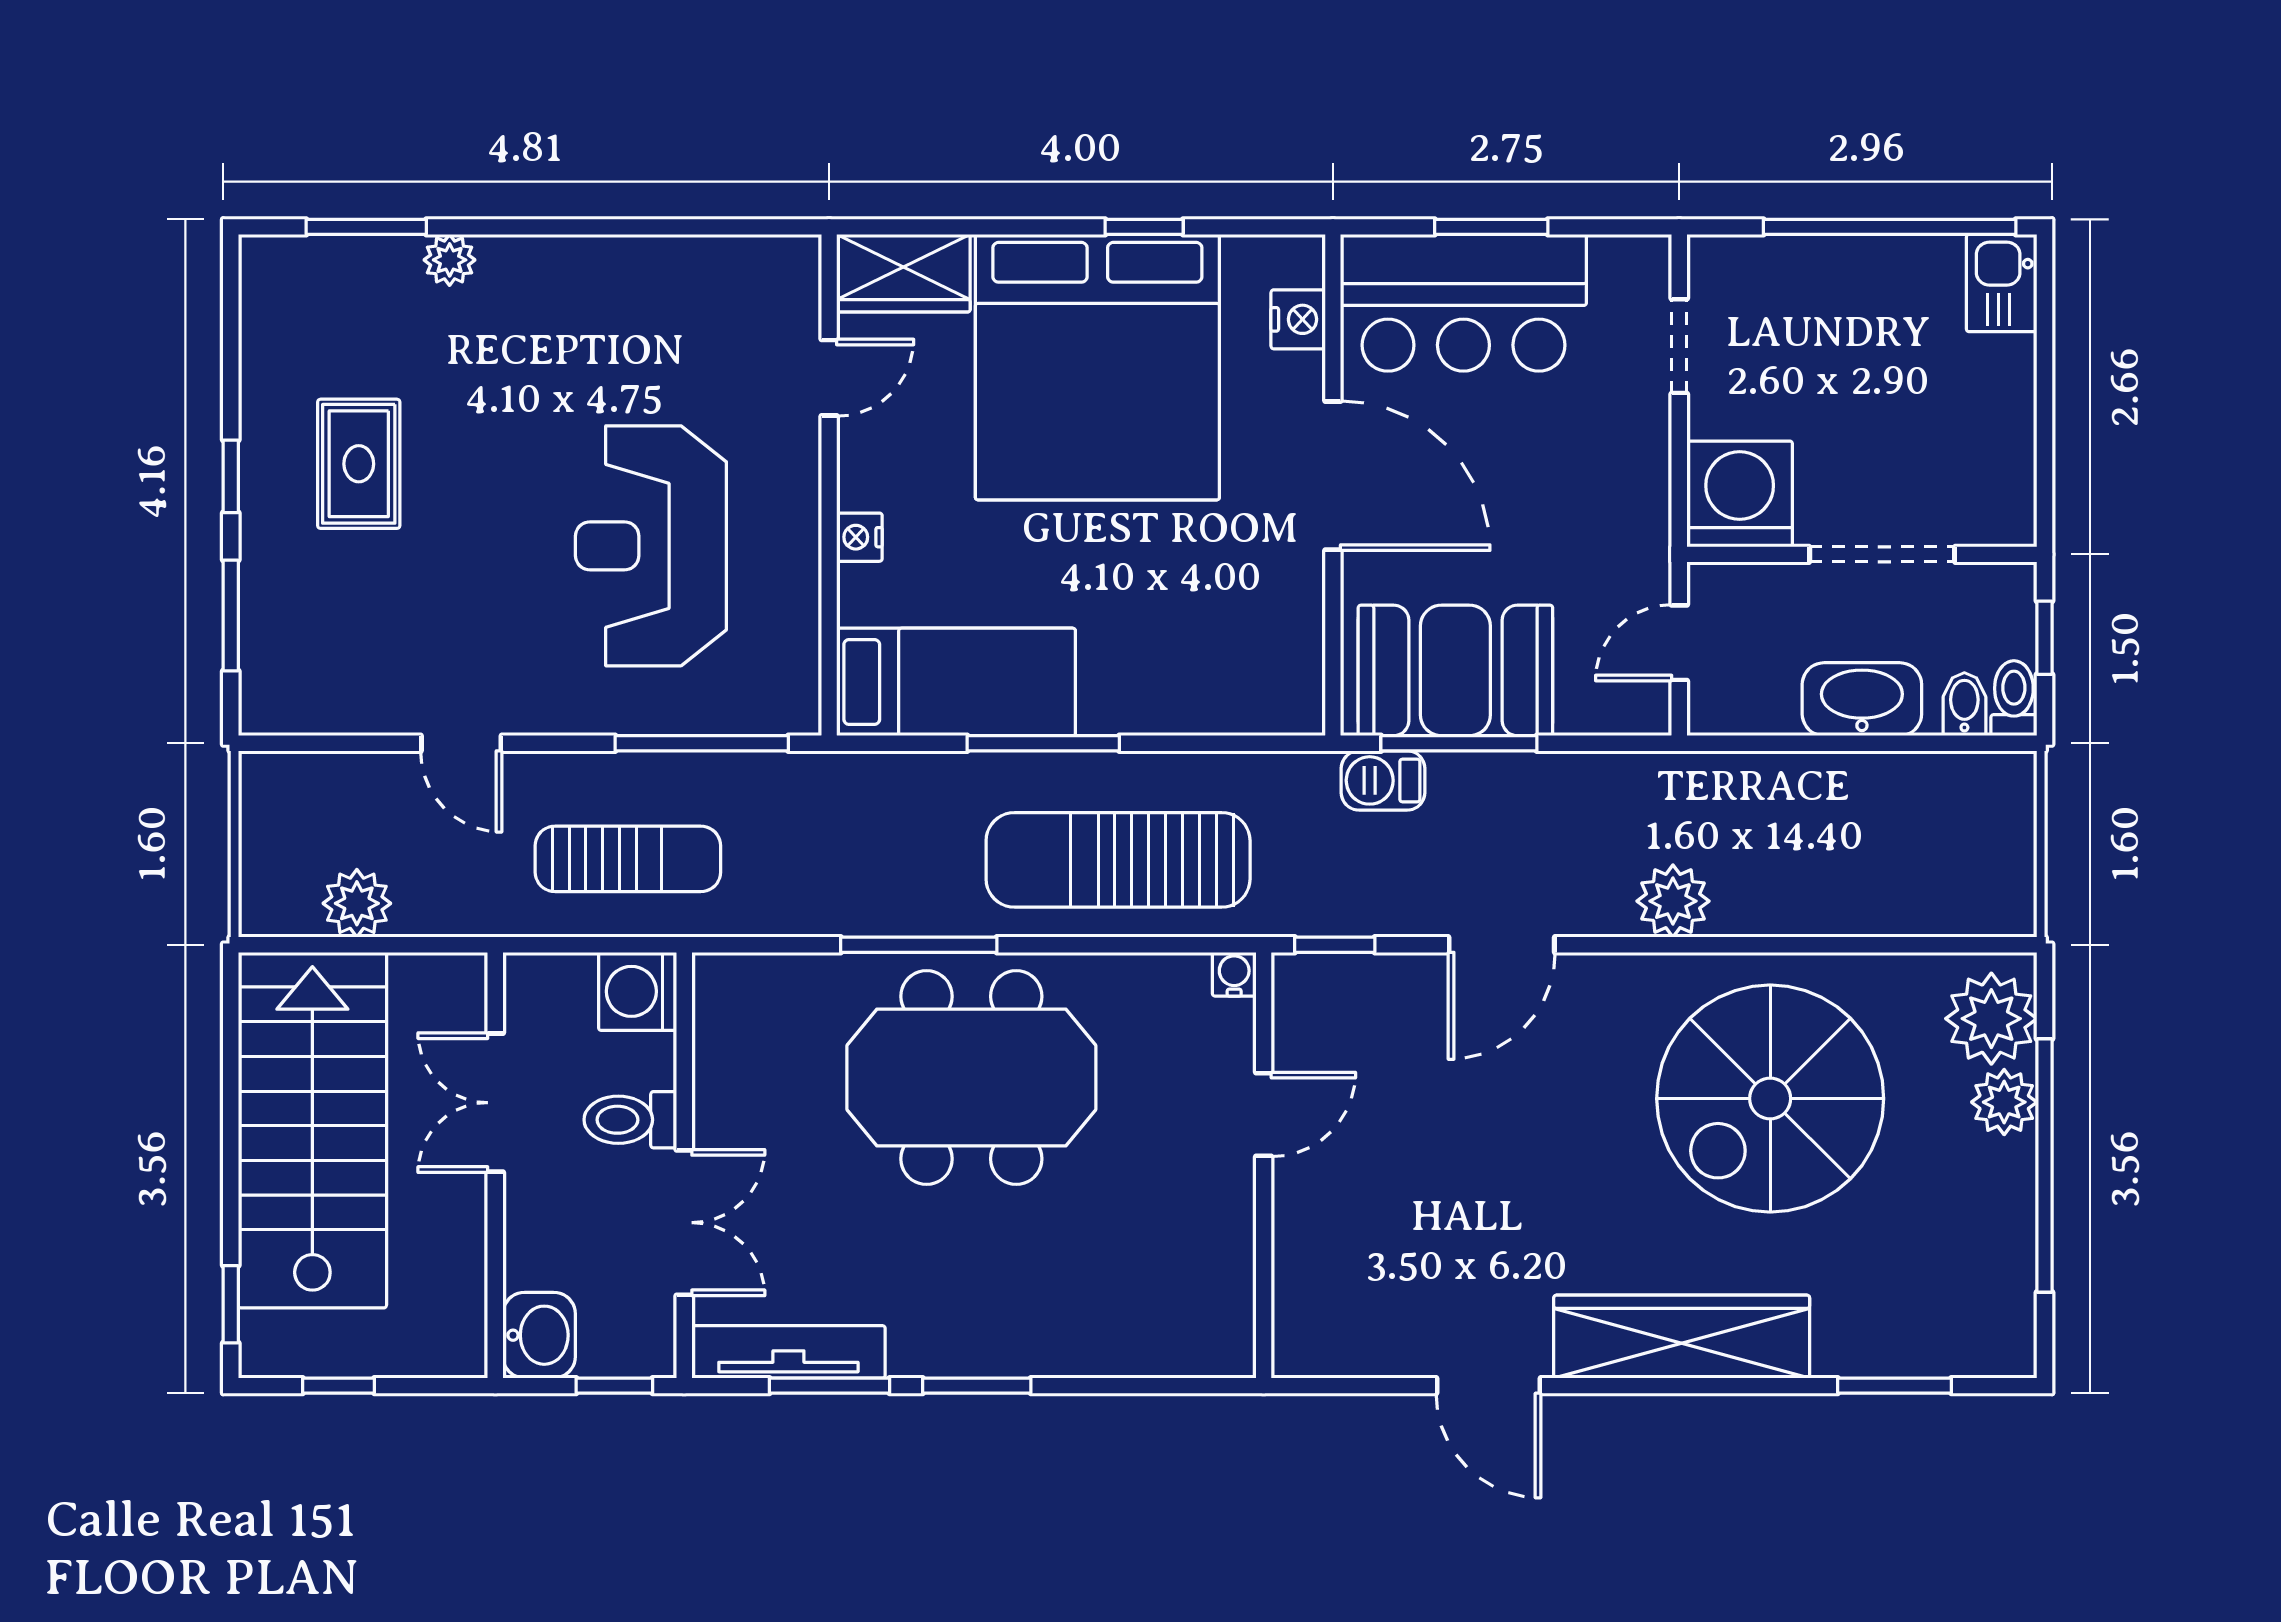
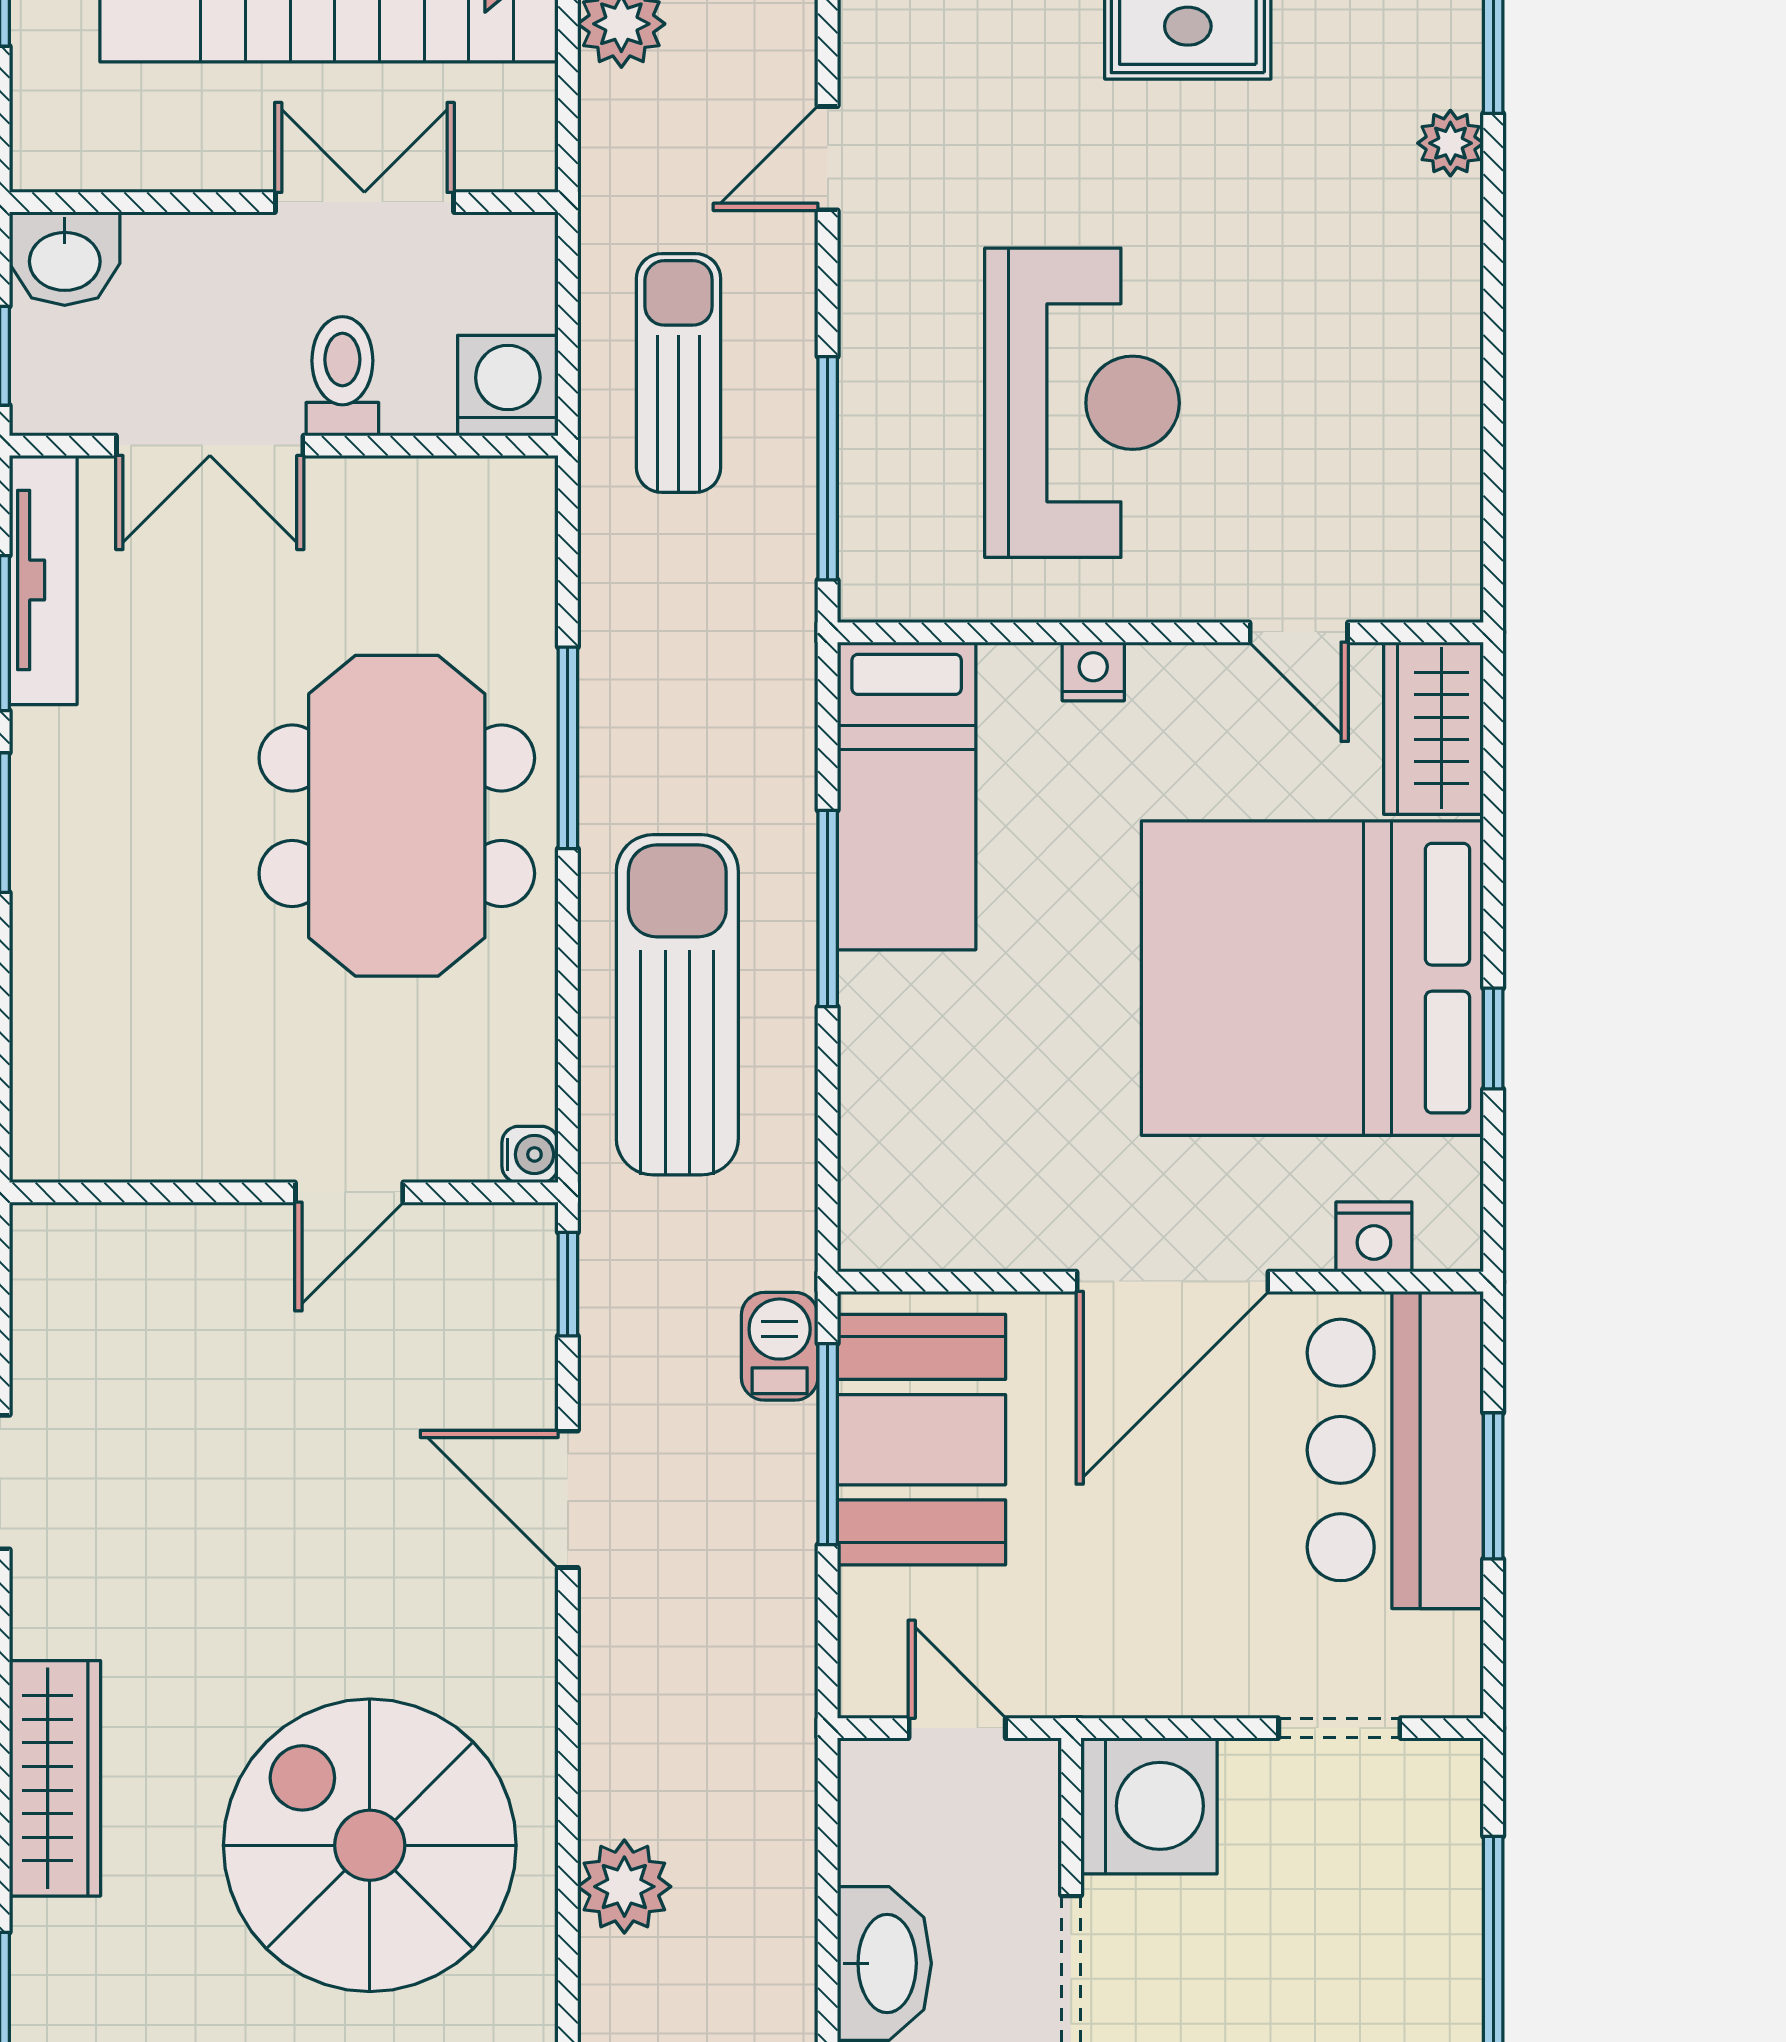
reception desk: (651, 546) -> (1082, 403), turned 90
sun lounger: (628, 859) -> (679, 373), turned 180
plant: (1673, 901) -> (624, 1887), moved
door: (1264, 1114) -> (349, 1192), hinge flipped
wardrobe: (1682, 1337) -> (55, 1778), width x0.71, depth x0.85

